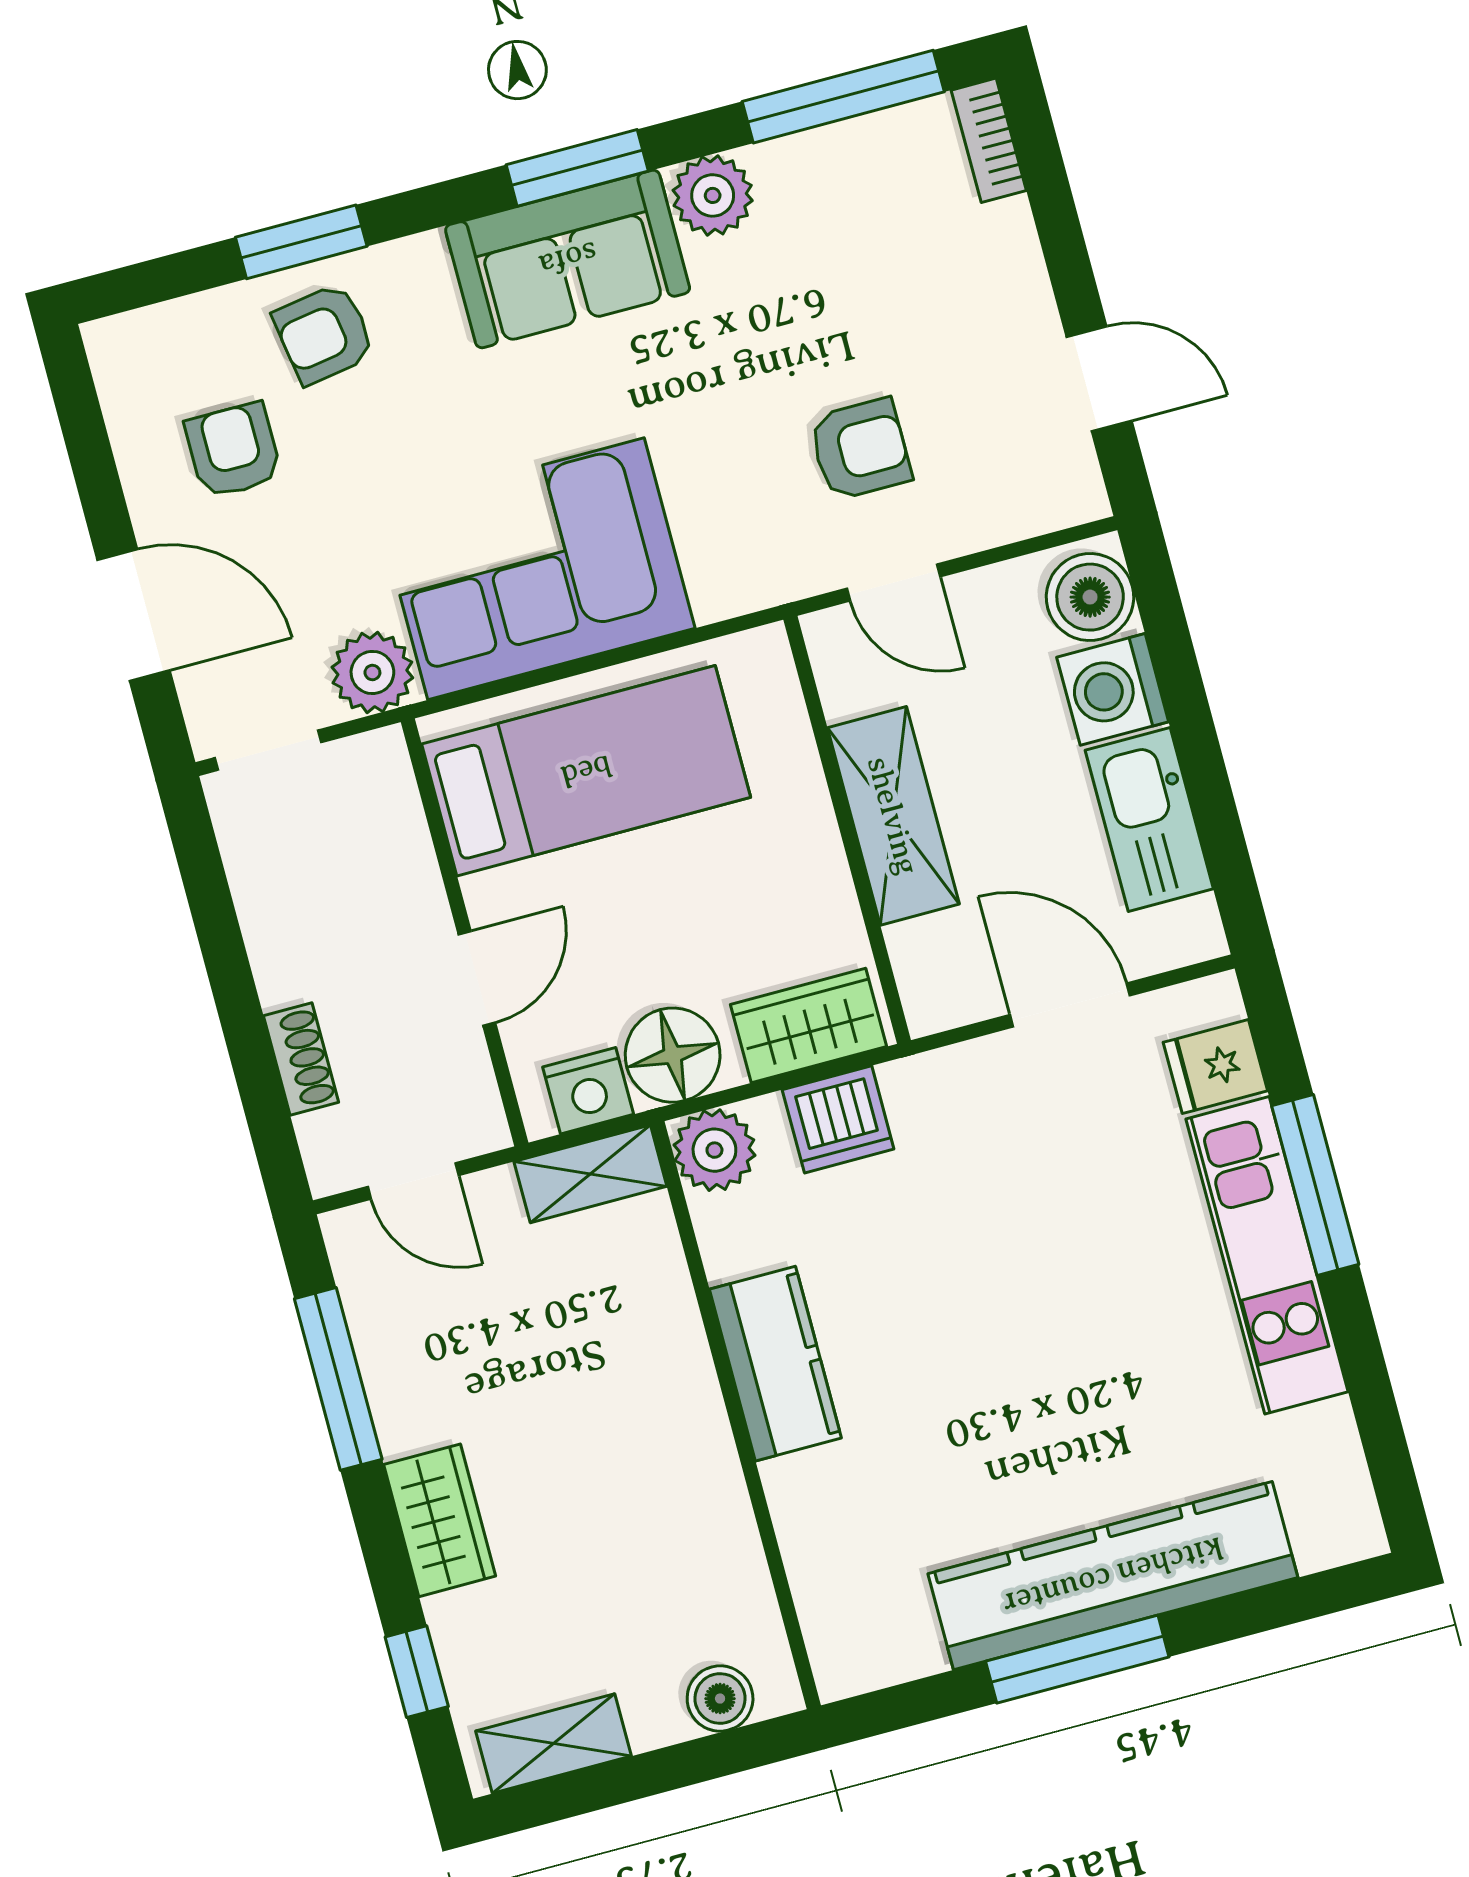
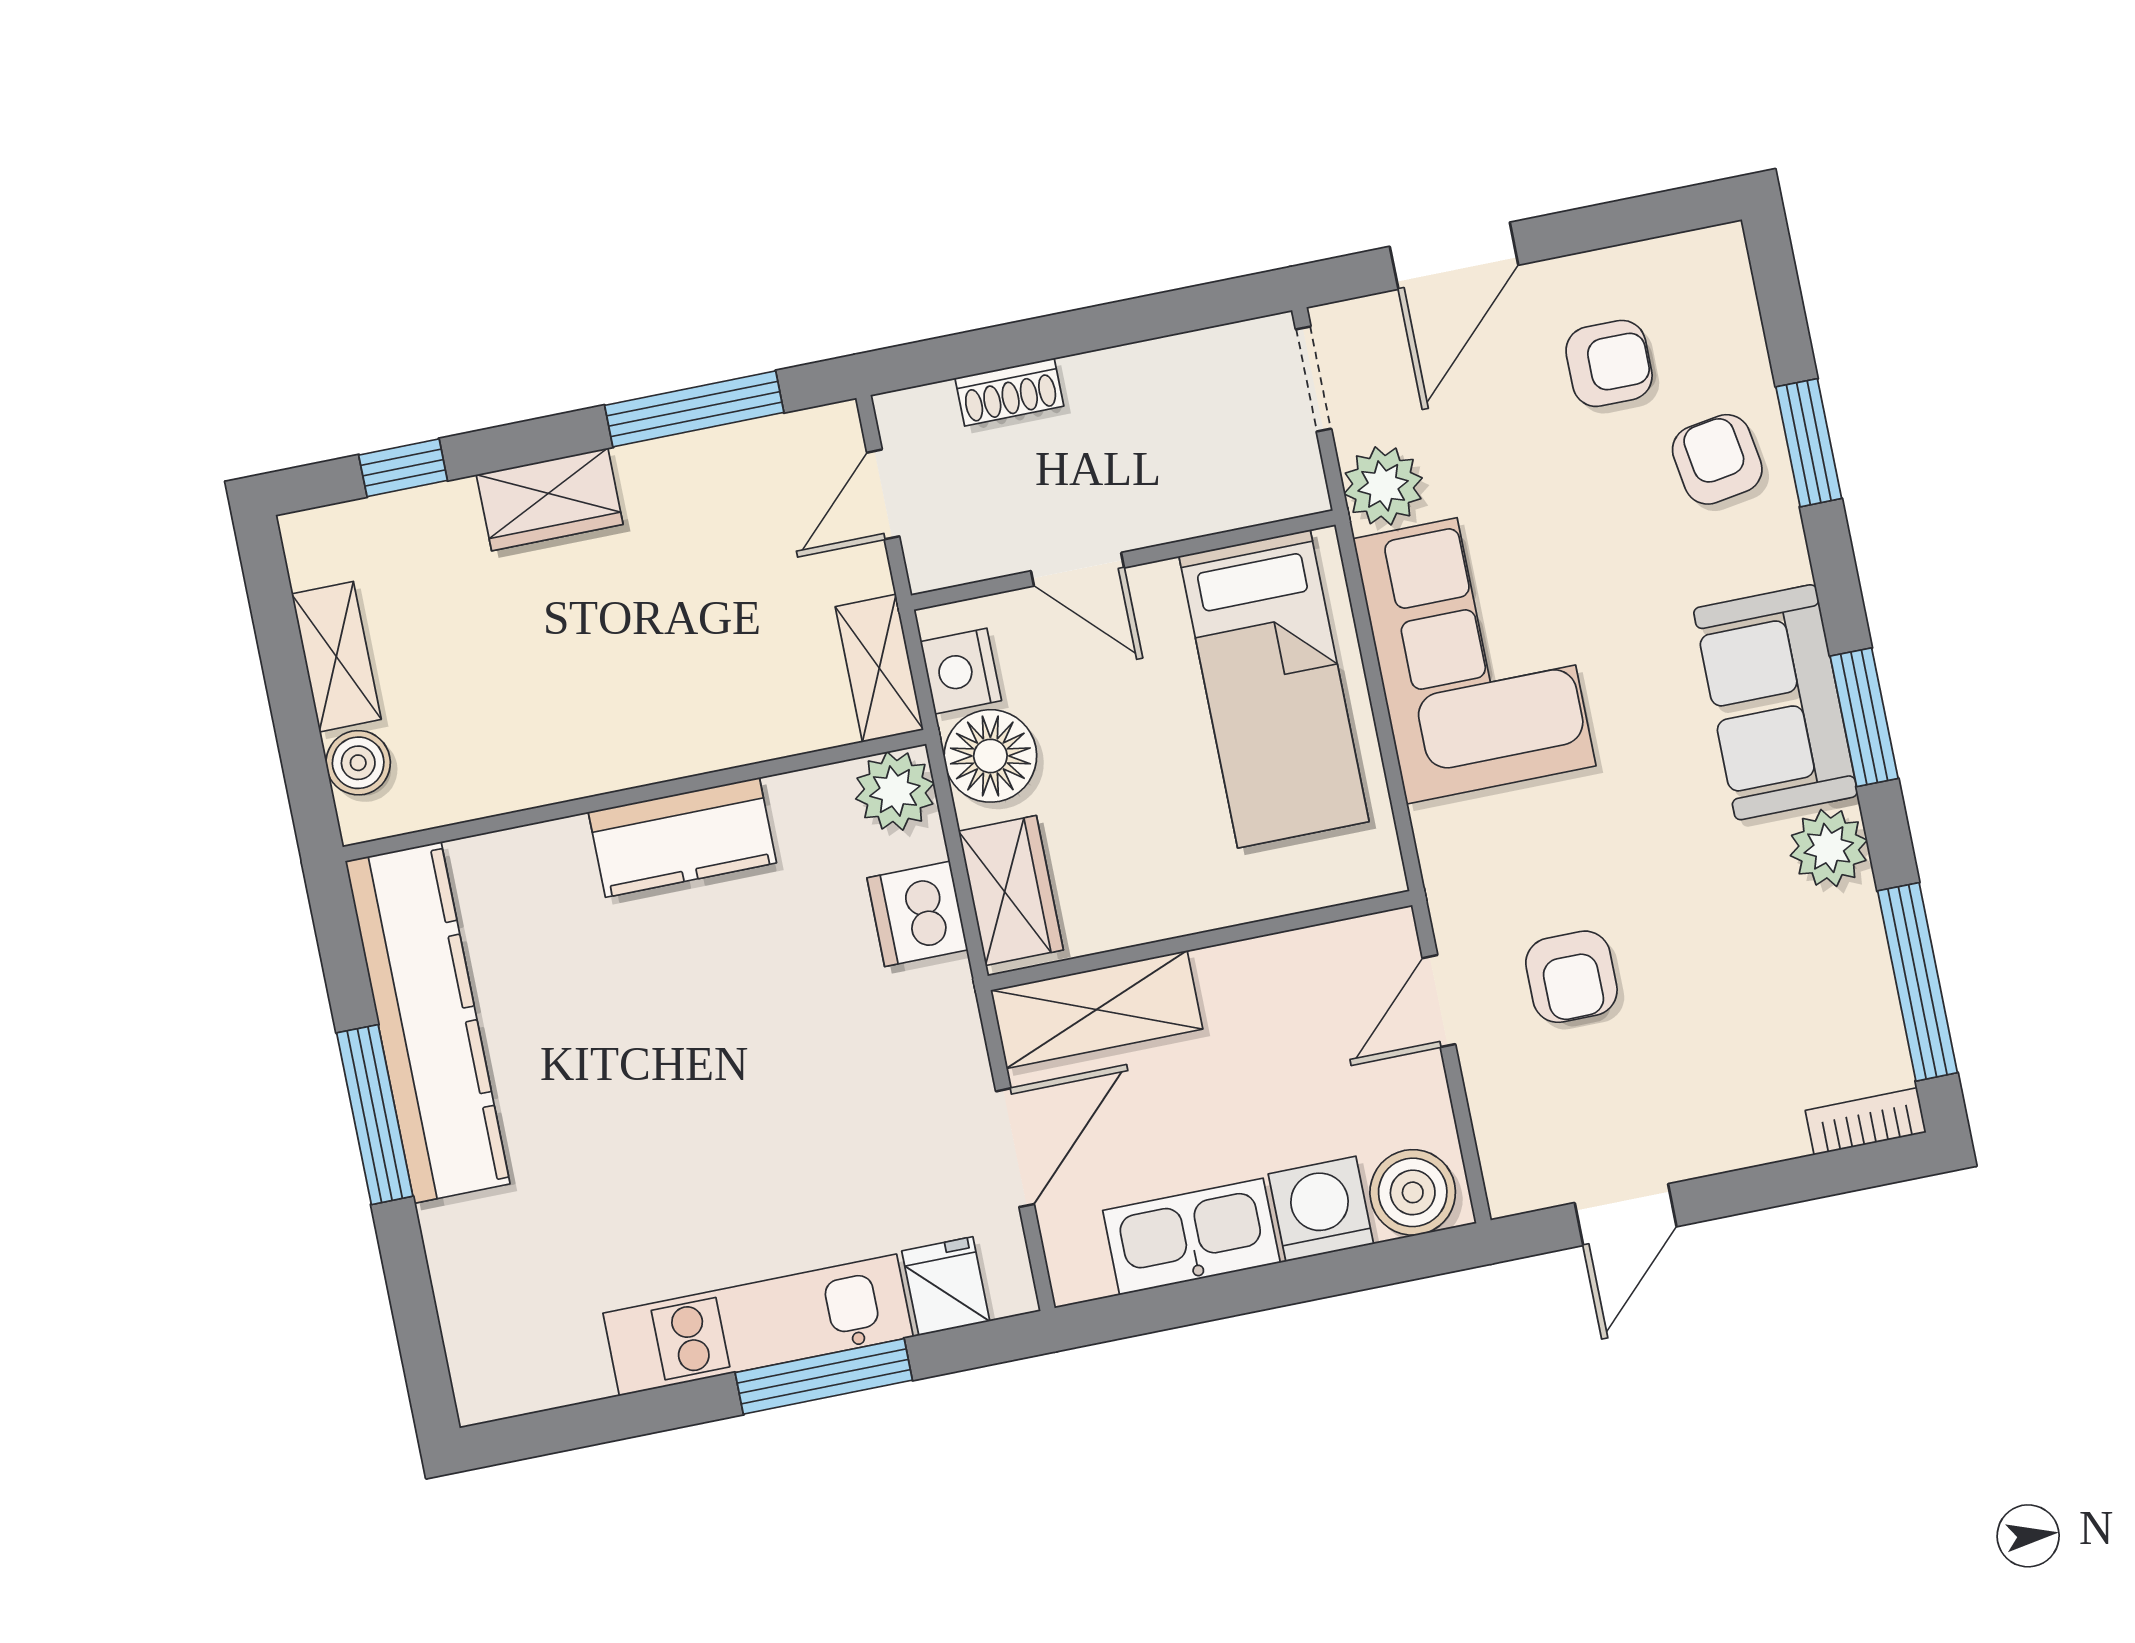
shelving: (893, 816) -> (1097, 1010), moved
kitchen counter: (1113, 1576) -> (428, 1022), moved
shelving: (554, 1744) -> (336, 657), moved

